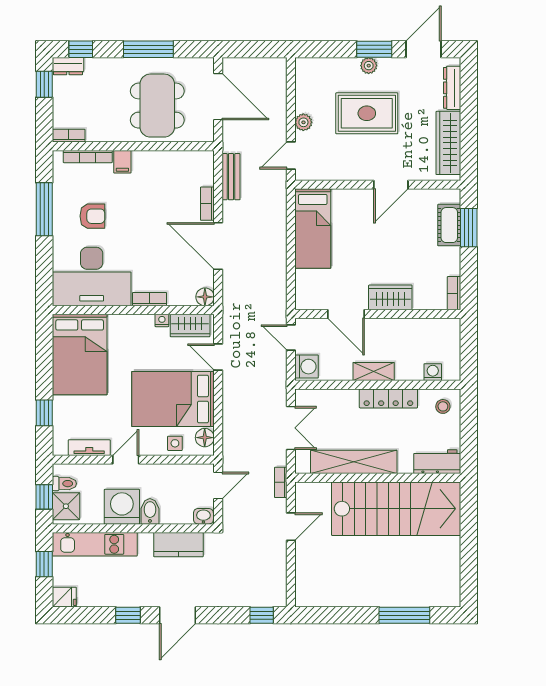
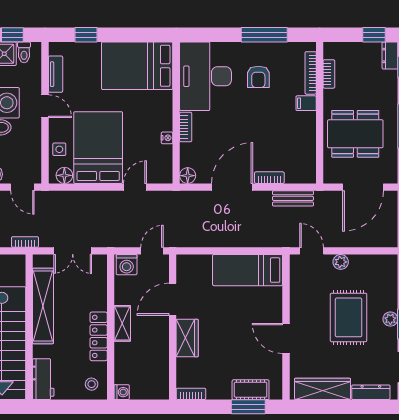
bookcase: (69, 136) -> (329, 74), moved
wardrobe: (190, 325) -> (163, 162), removed
washing machine: (433, 372) -> (122, 392), moved

